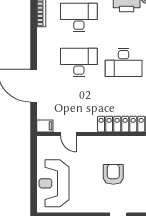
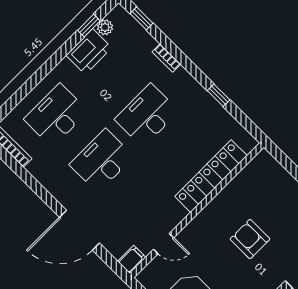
desk: (124, 62) -> (147, 115), turned 180

